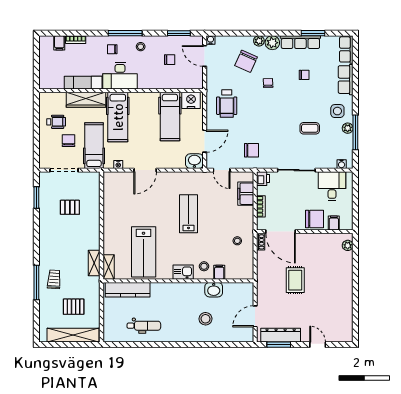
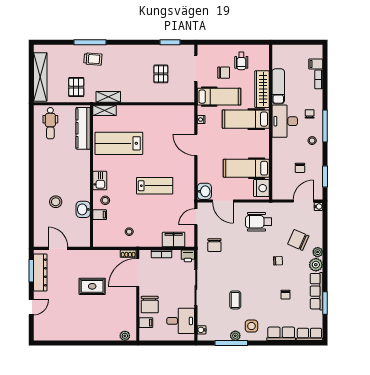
pallet: (74, 307) -> (76, 87), moved
dental chair: (144, 326) -> (50, 123), moved

